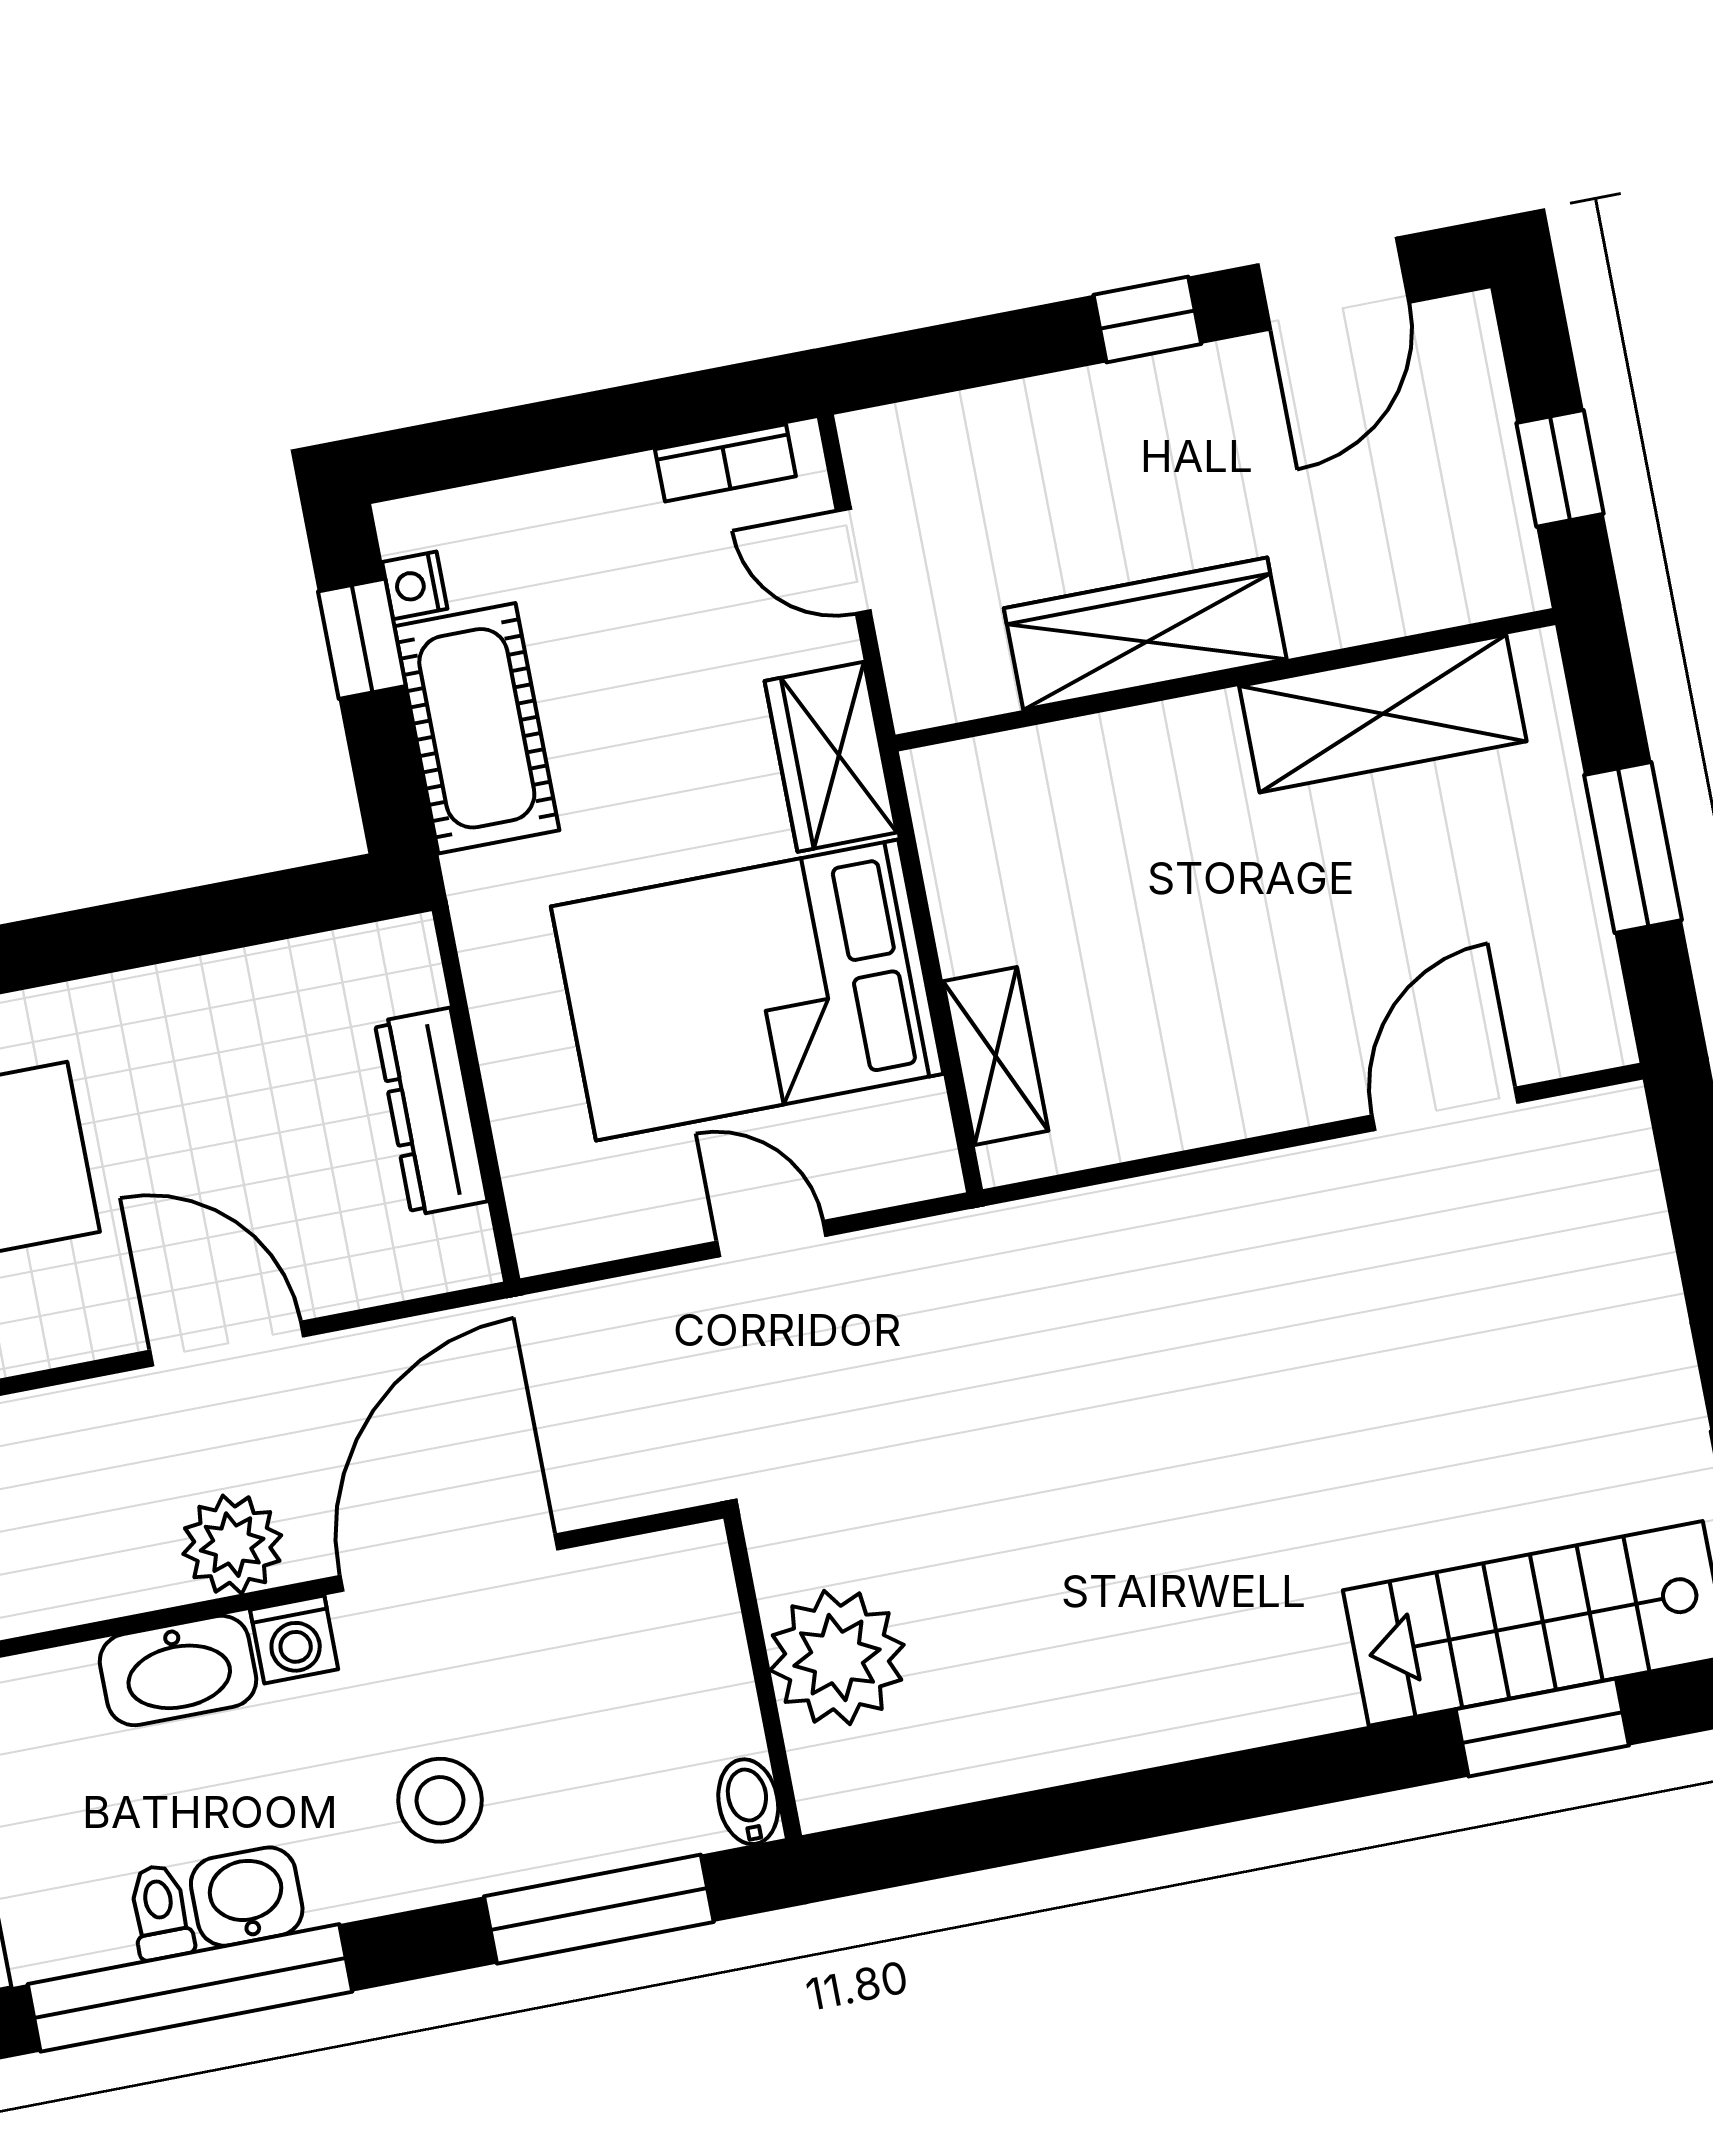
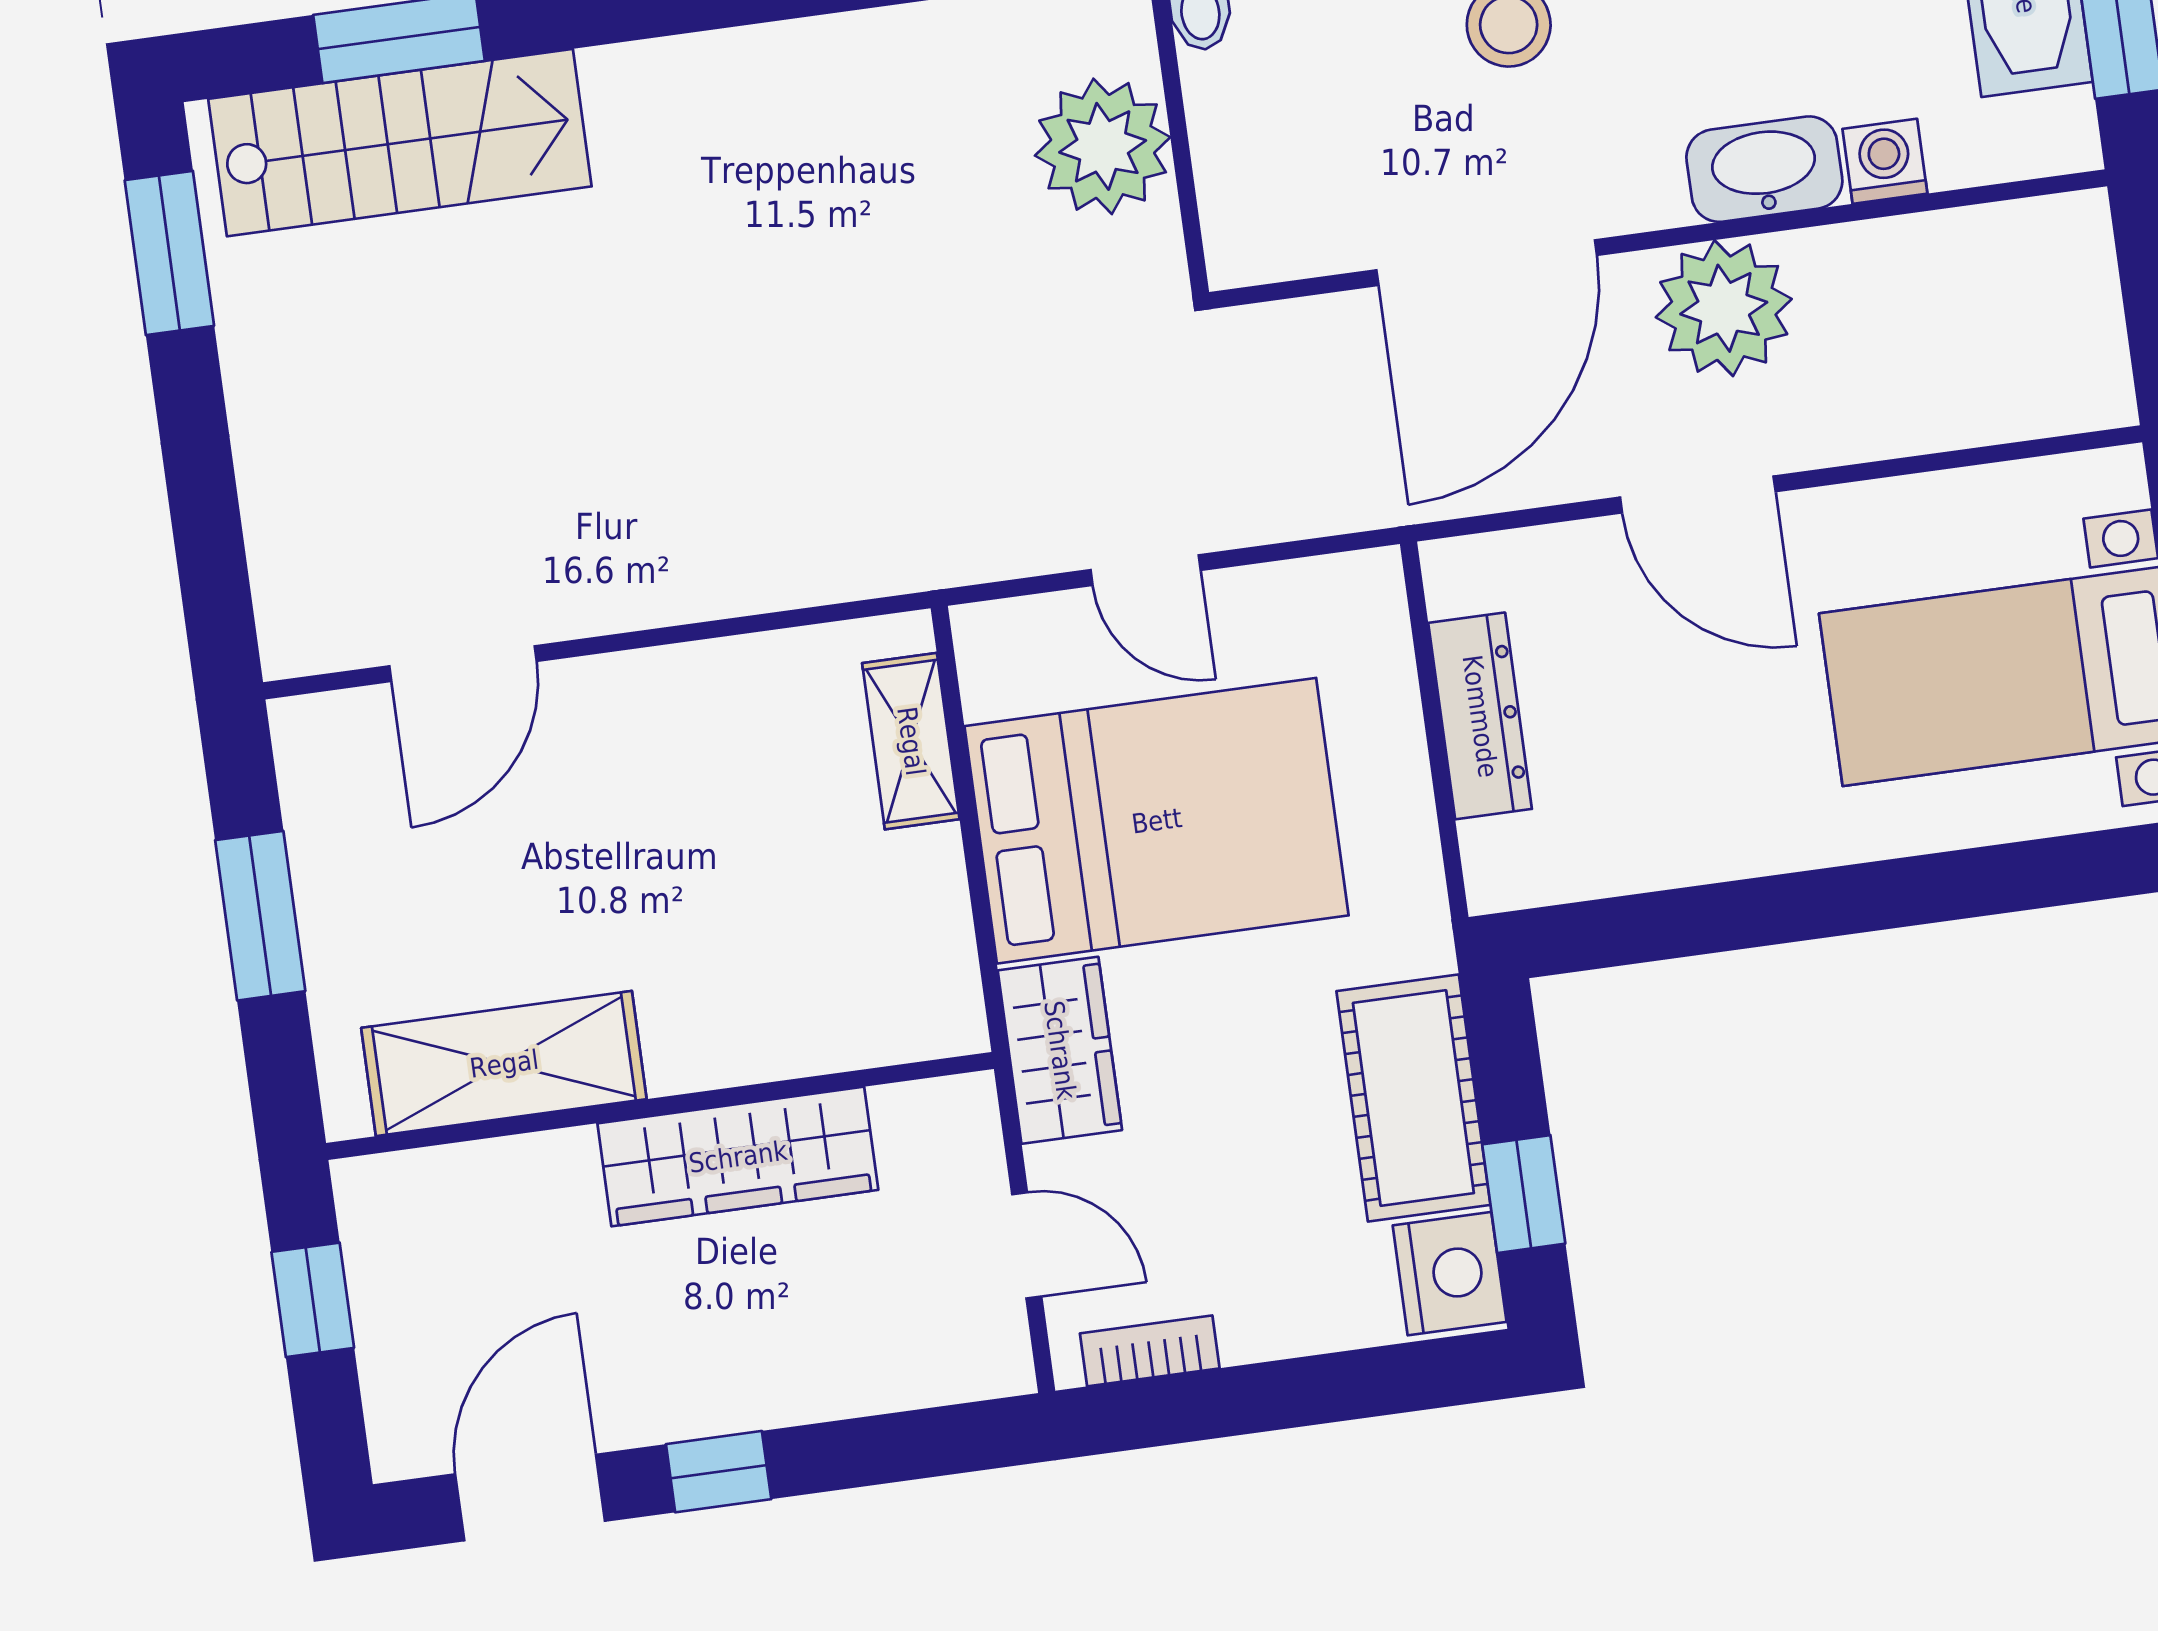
nightstand: (415, 585) -> (1450, 1274), width x1.89, depth x1.79
plant: (232, 1545) -> (1724, 308), width x1.36, depth x1.36
washing machine: (294, 1639) -> (1885, 161), moved

